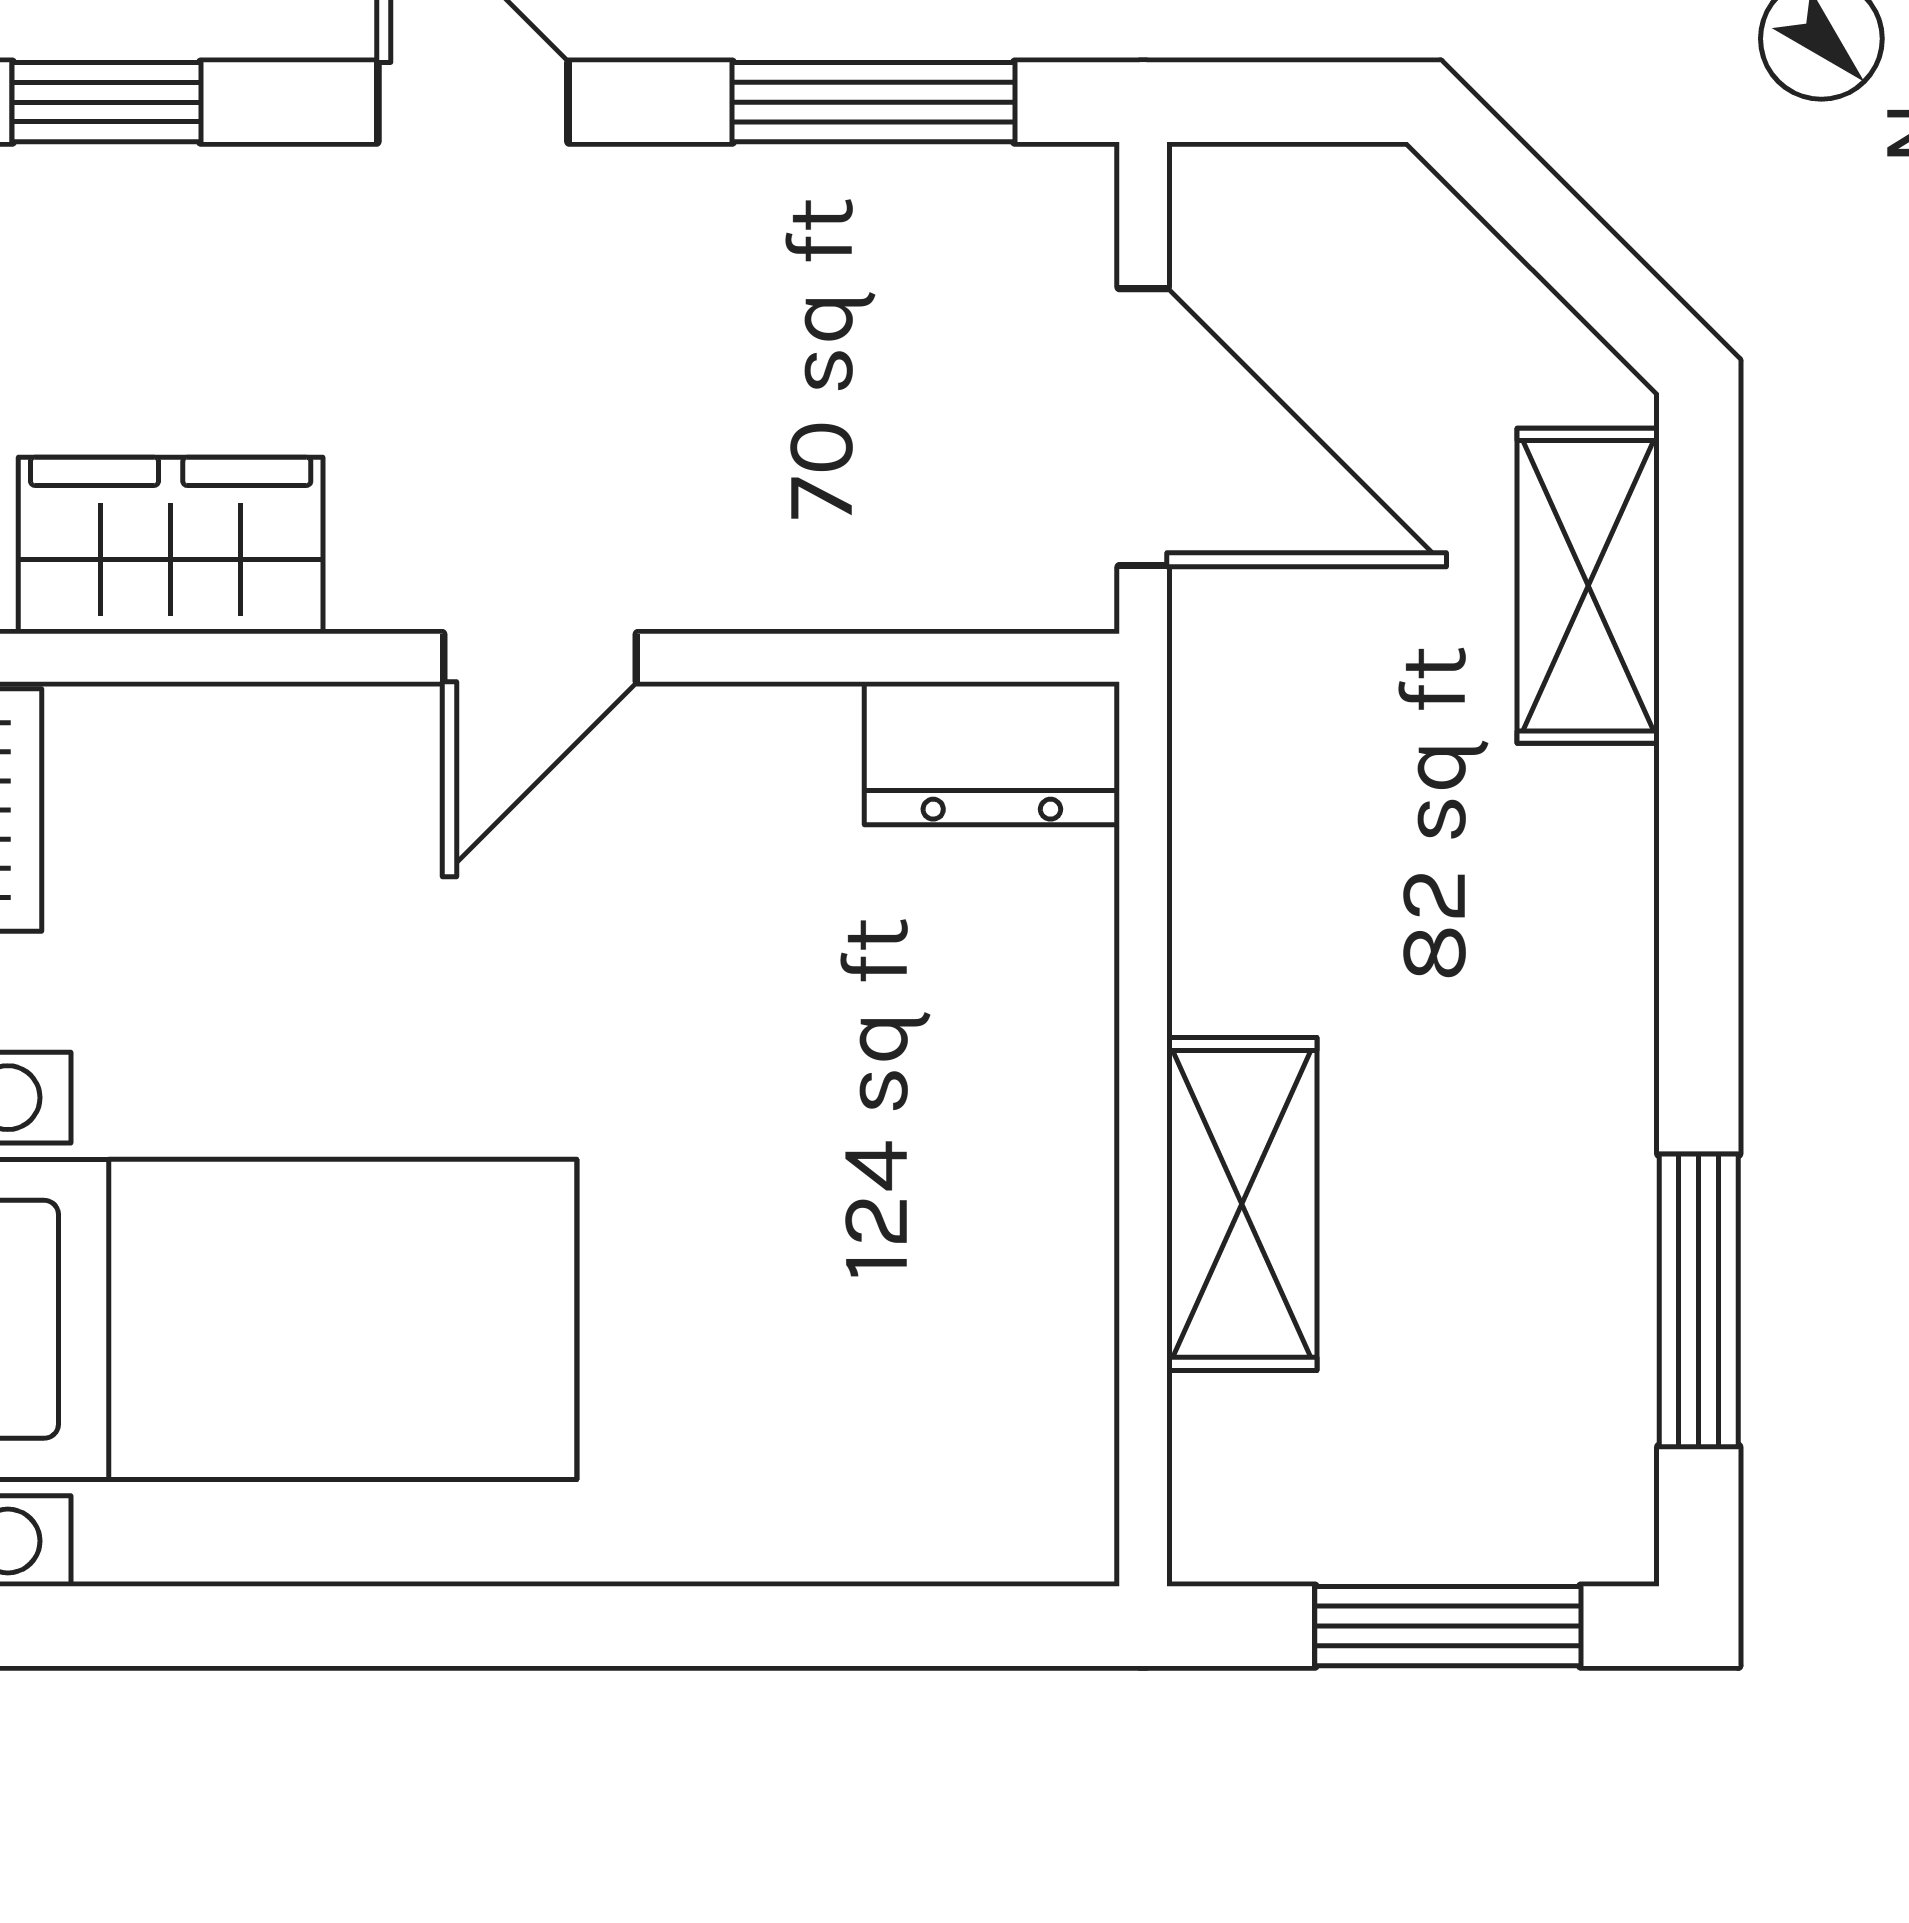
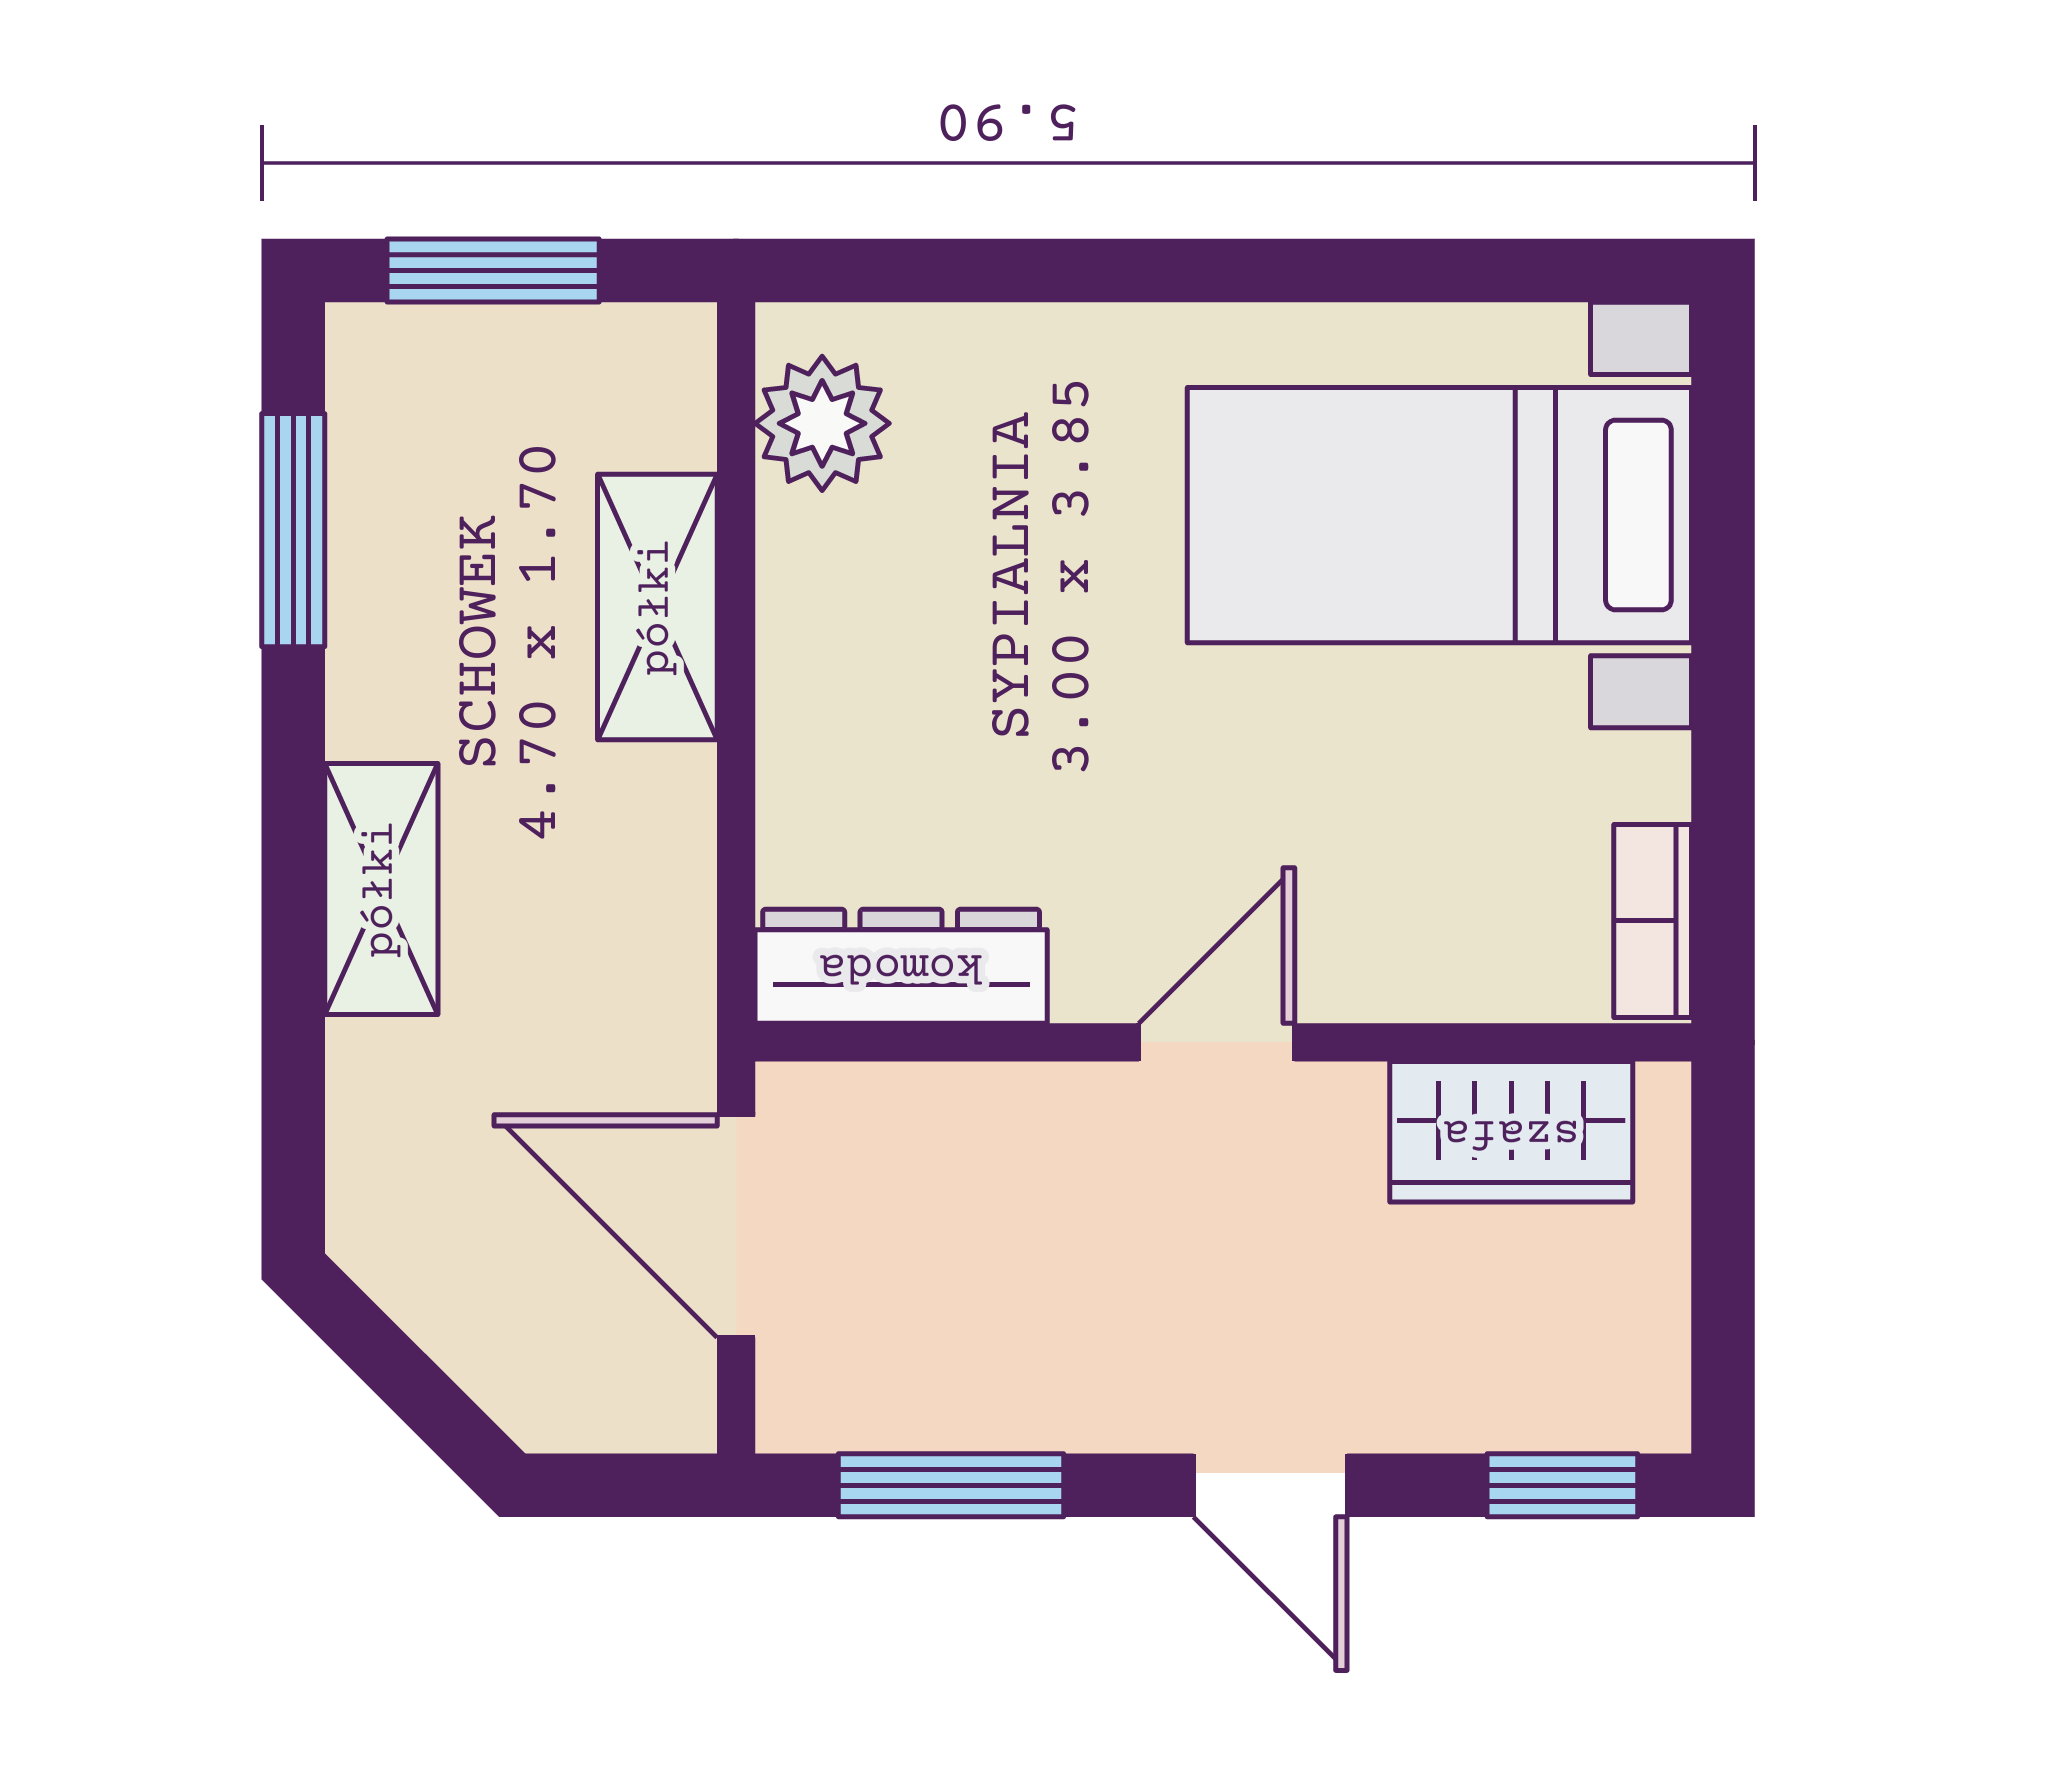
shelving: (1588, 586) -> (381, 889), moved
dresser: (992, 753) -> (901, 966), width x1.44
plant: (1035, 1434) -> (822, 423), added

